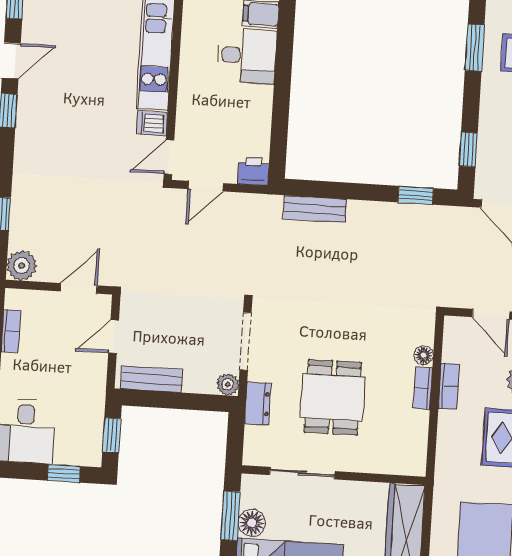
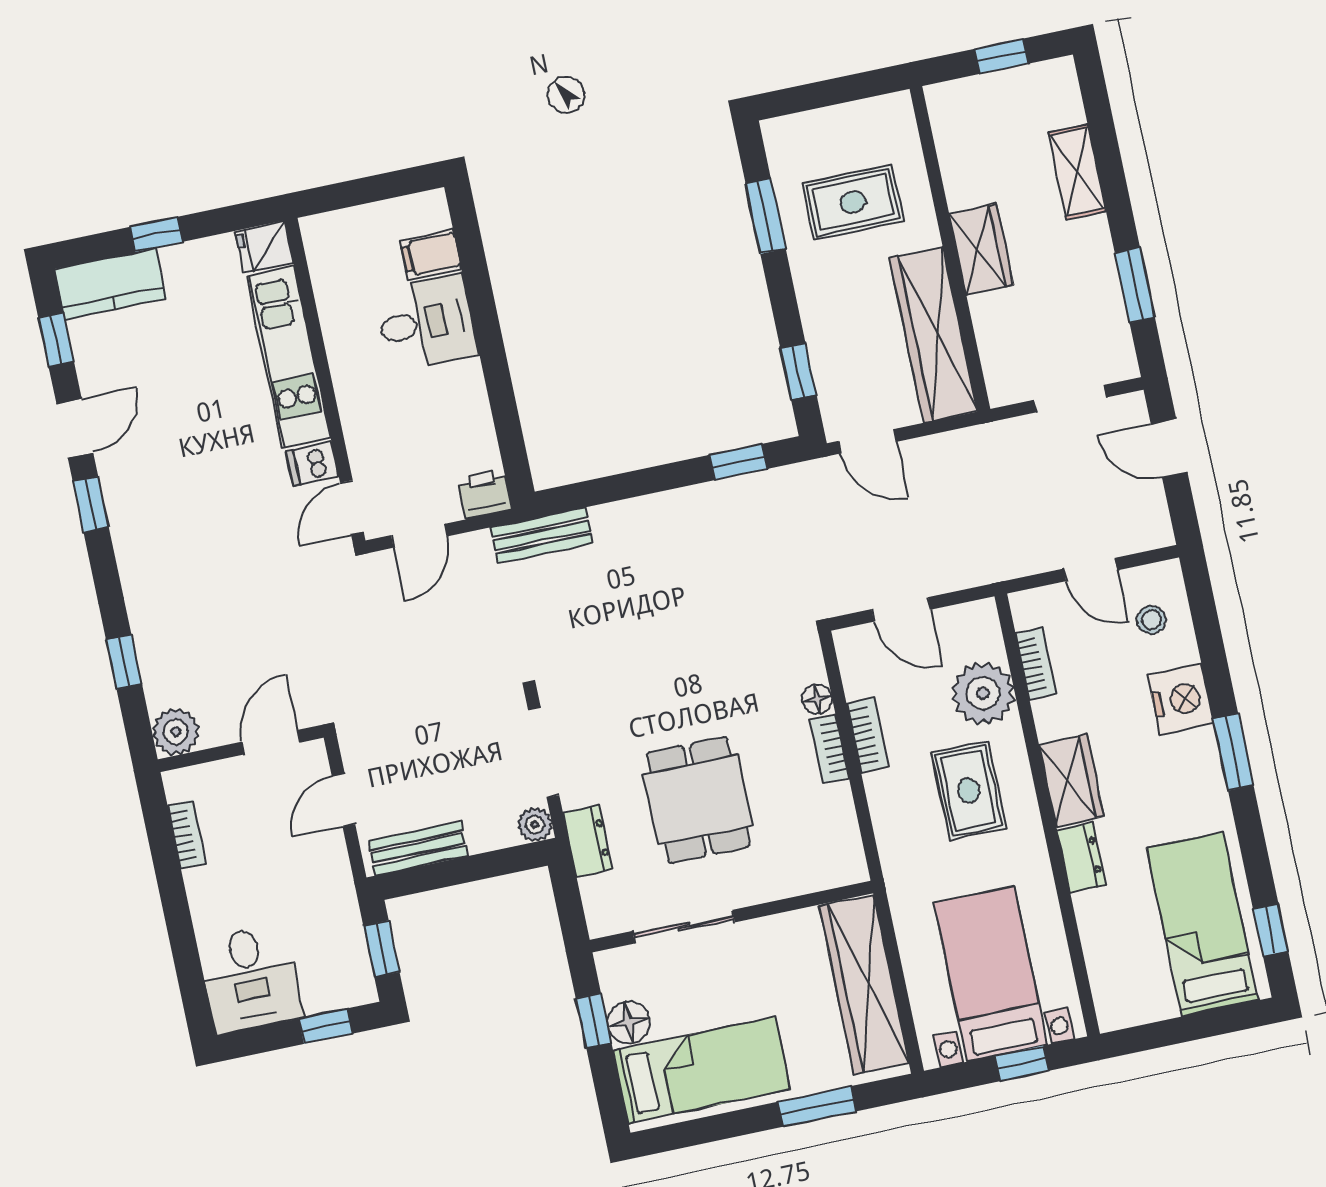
bench: (315, 209) -> (542, 536), moved
window: (230, 516) -> (594, 1021), width x0.67

